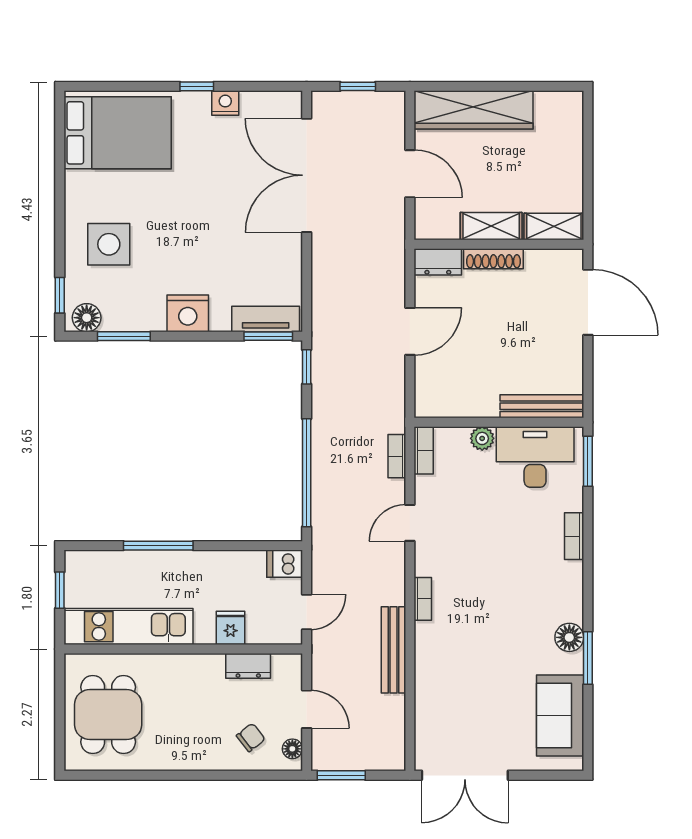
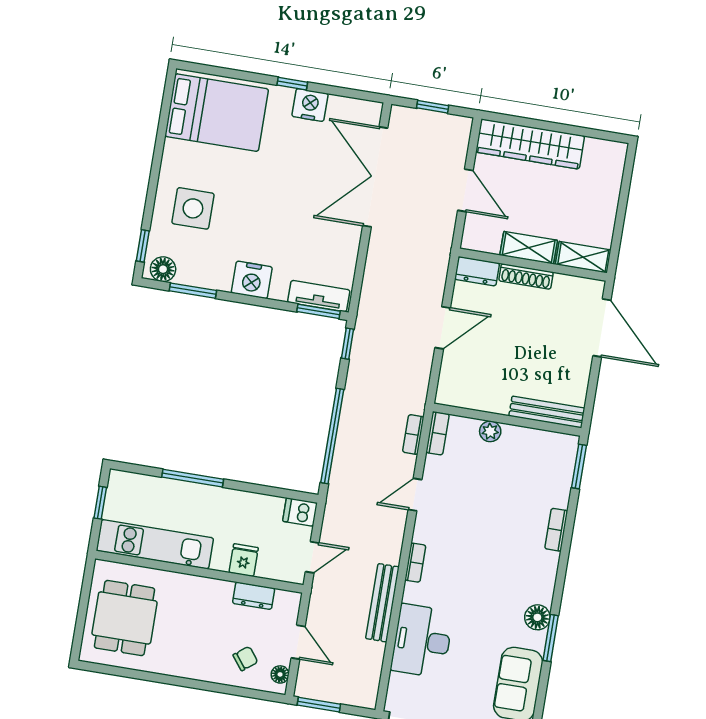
nightstand: (225, 103) -> (310, 105), width x1.36, depth x1.33
desk: (535, 457) -> (422, 641), moved, turned -90

